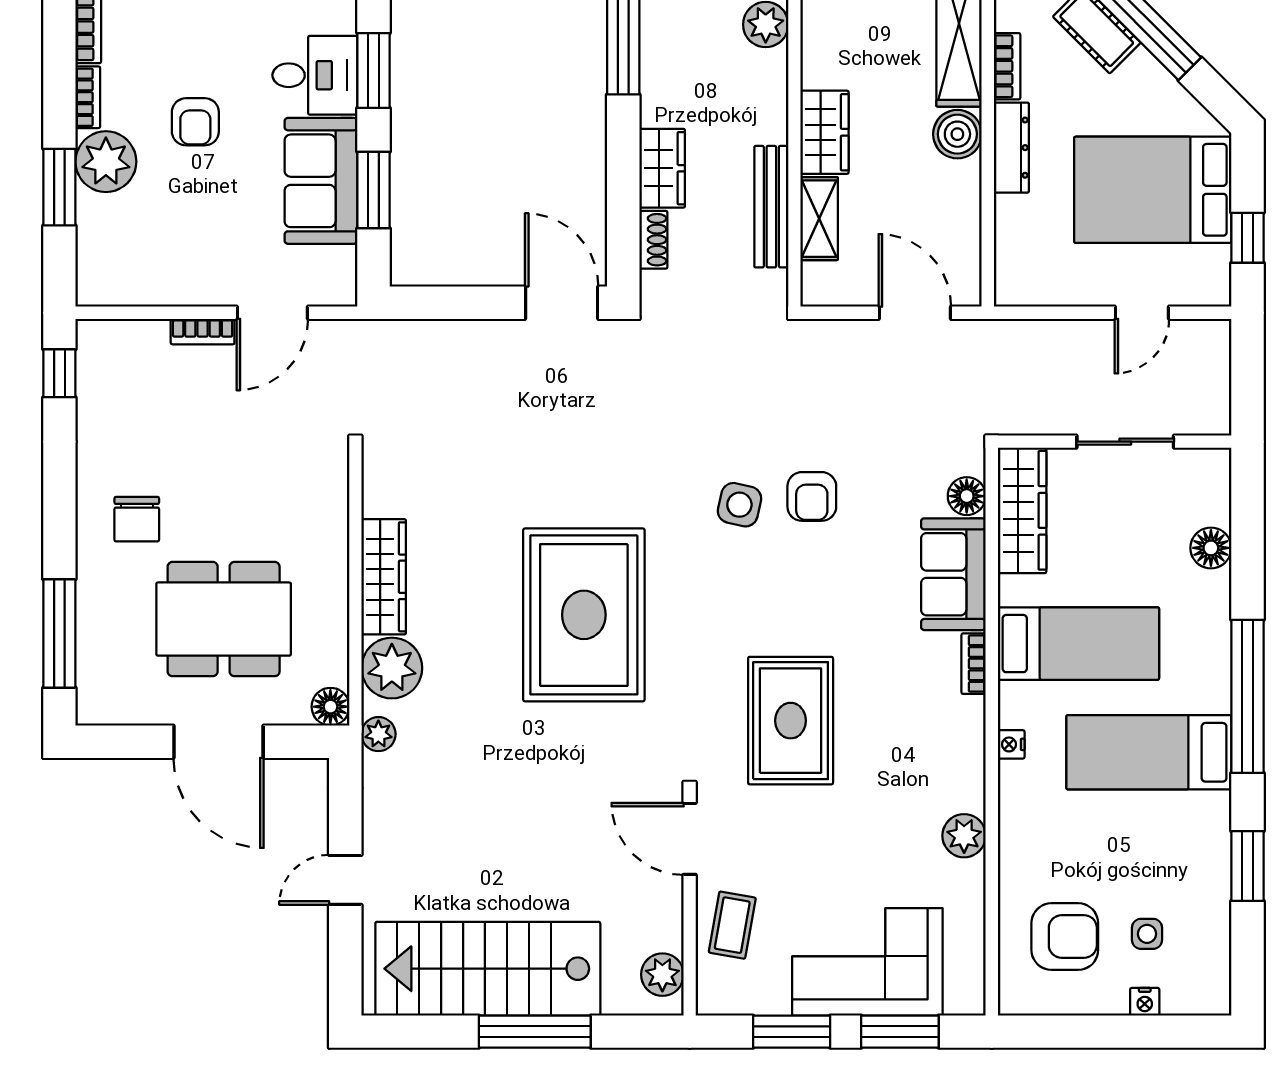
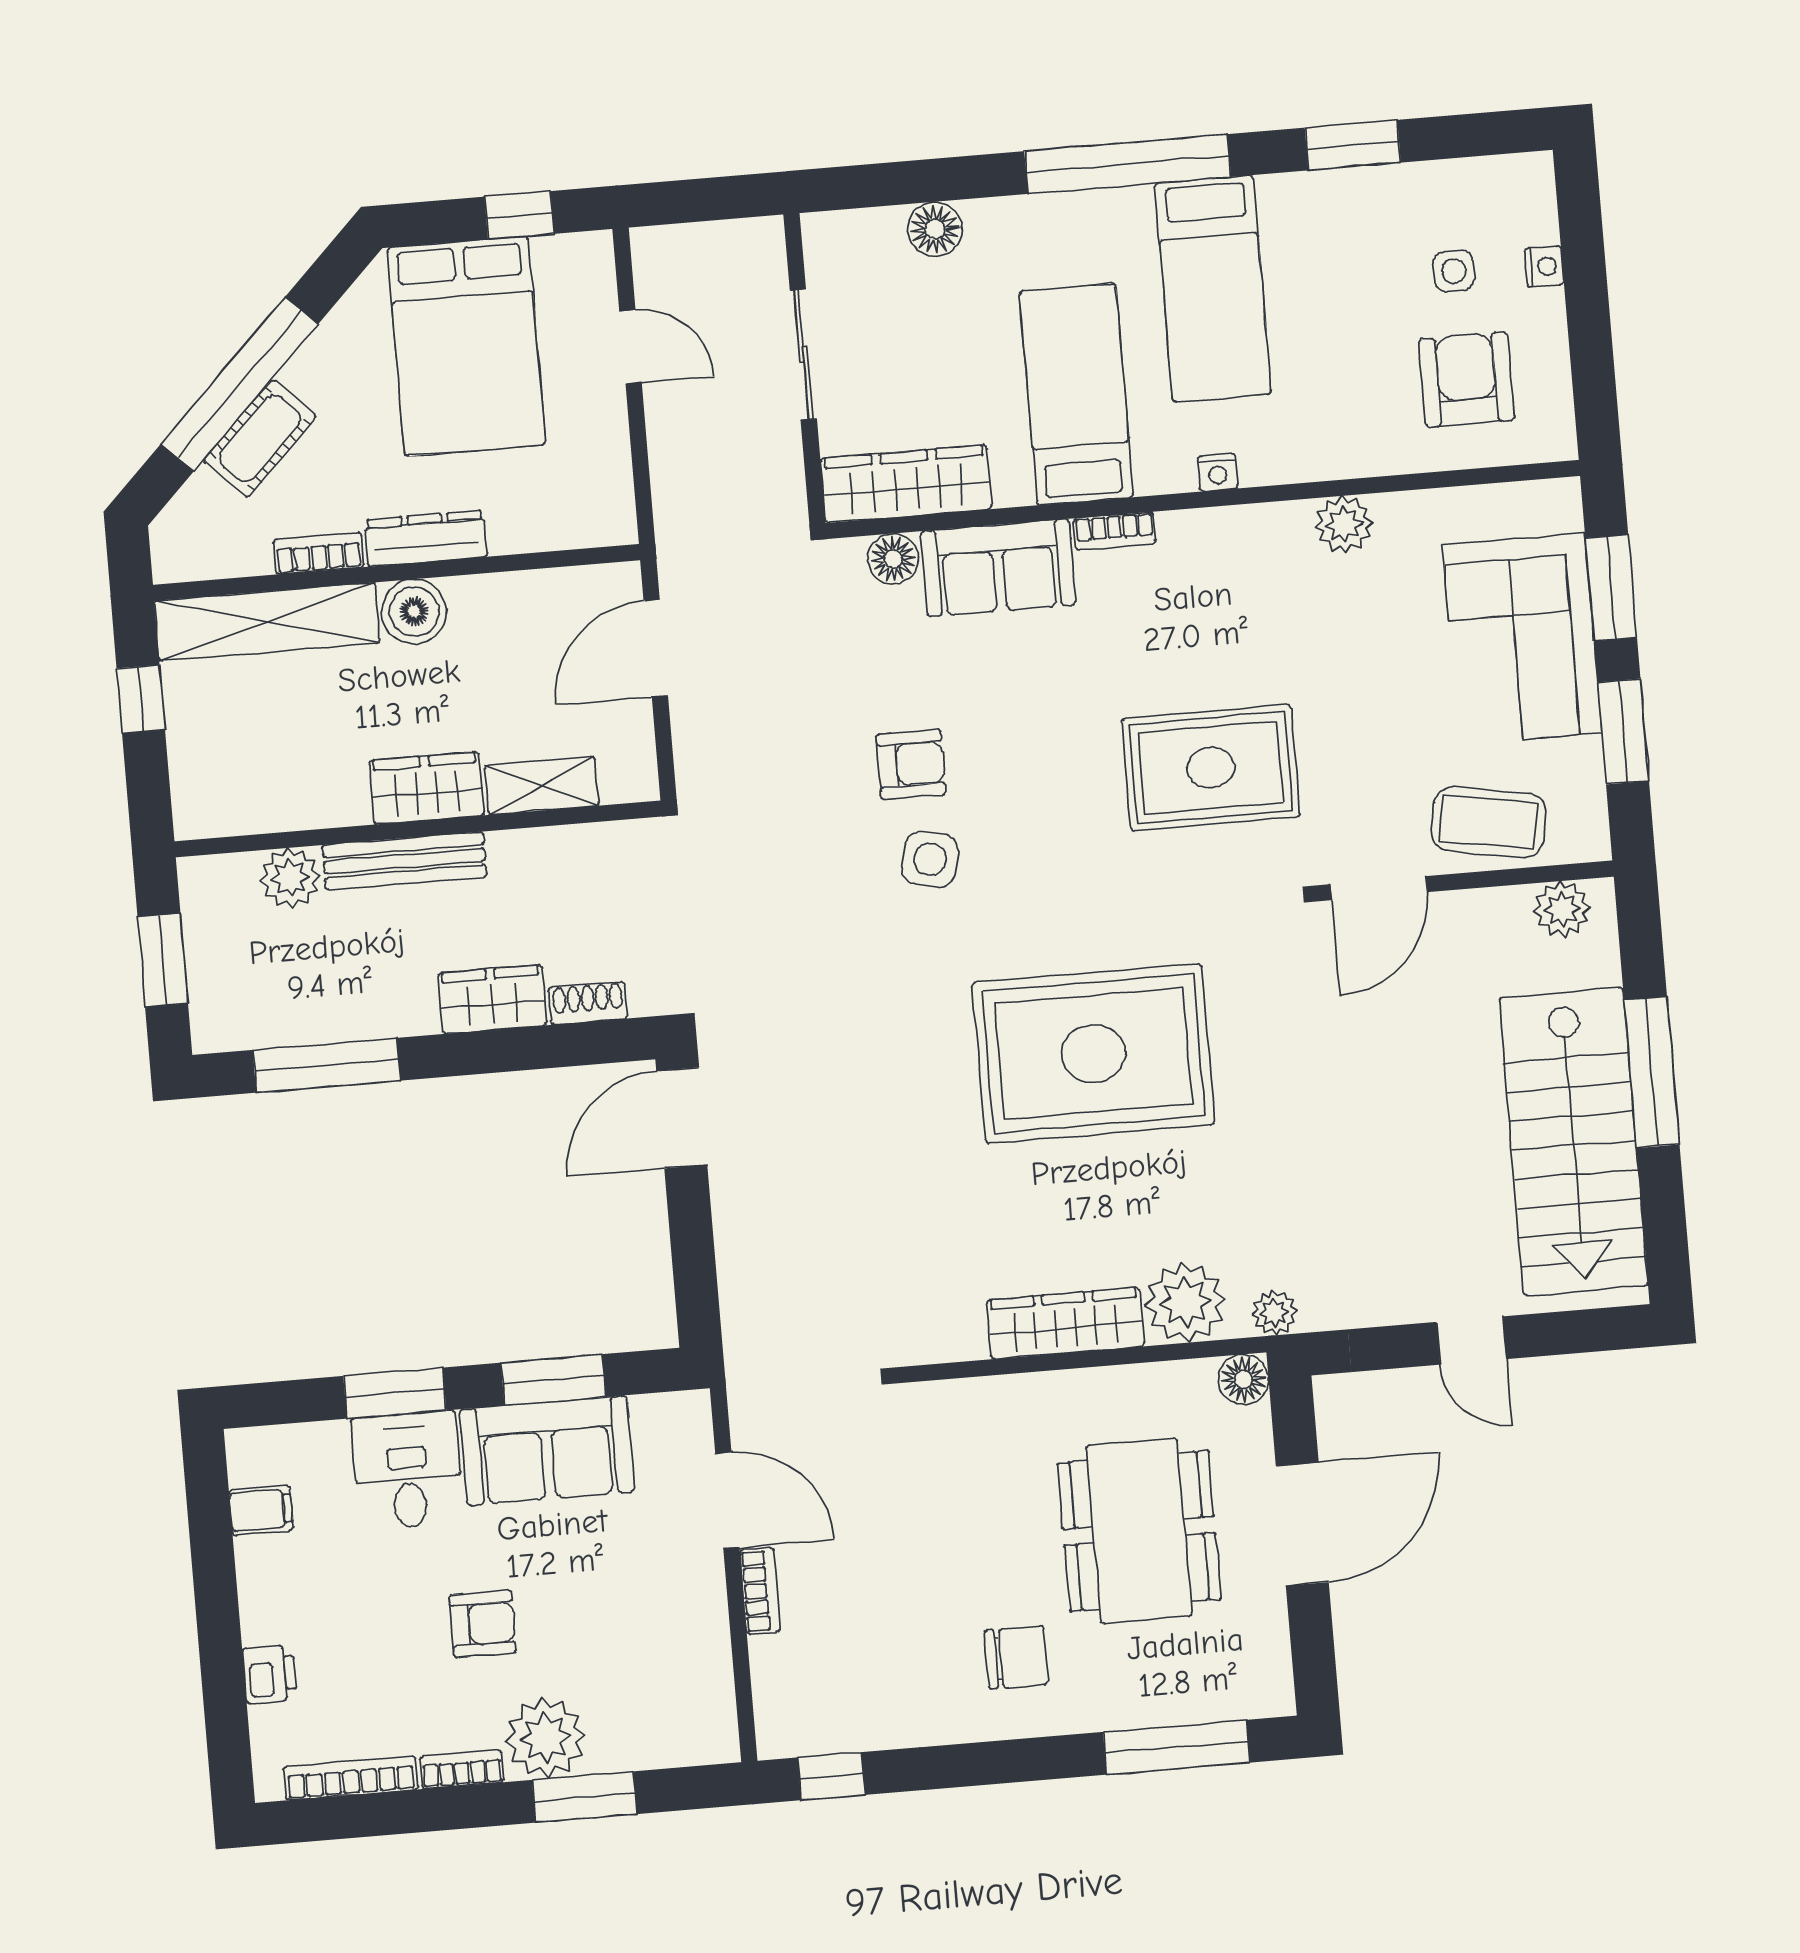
bench: (771, 207) -> (405, 861), moved
coffee table: (732, 925) -> (1488, 822), width x1.36, depth x1.30

